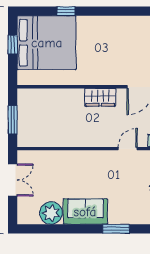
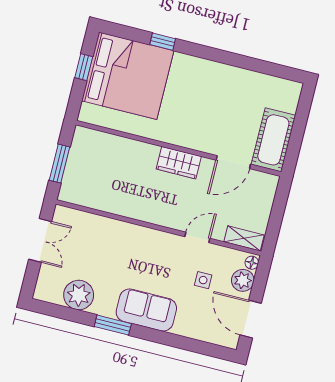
side table: (140, 179) -> (203, 280), added
sofa: (85, 212) -> (146, 310), moved
window: (116, 229) -> (113, 325), moved

